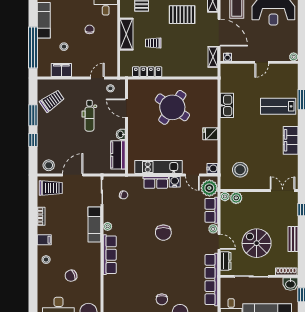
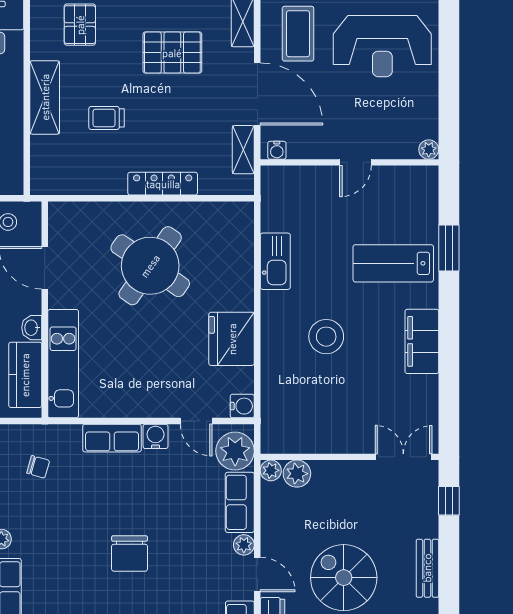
locker: (147, 72) -> (163, 184), moved
fridge: (210, 134) -> (232, 339), width x1.88, depth x1.34
kitchen unit: (159, 167) -> (63, 364), moved, turned 90
stool: (240, 170) -> (326, 337), moved

